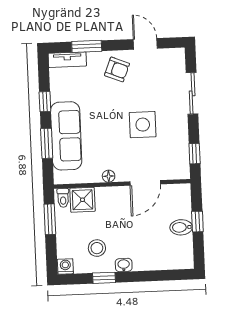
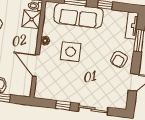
side table: (143, 125) -> (71, 52), moved
window: (195, 154) -> (63, 105), moved

